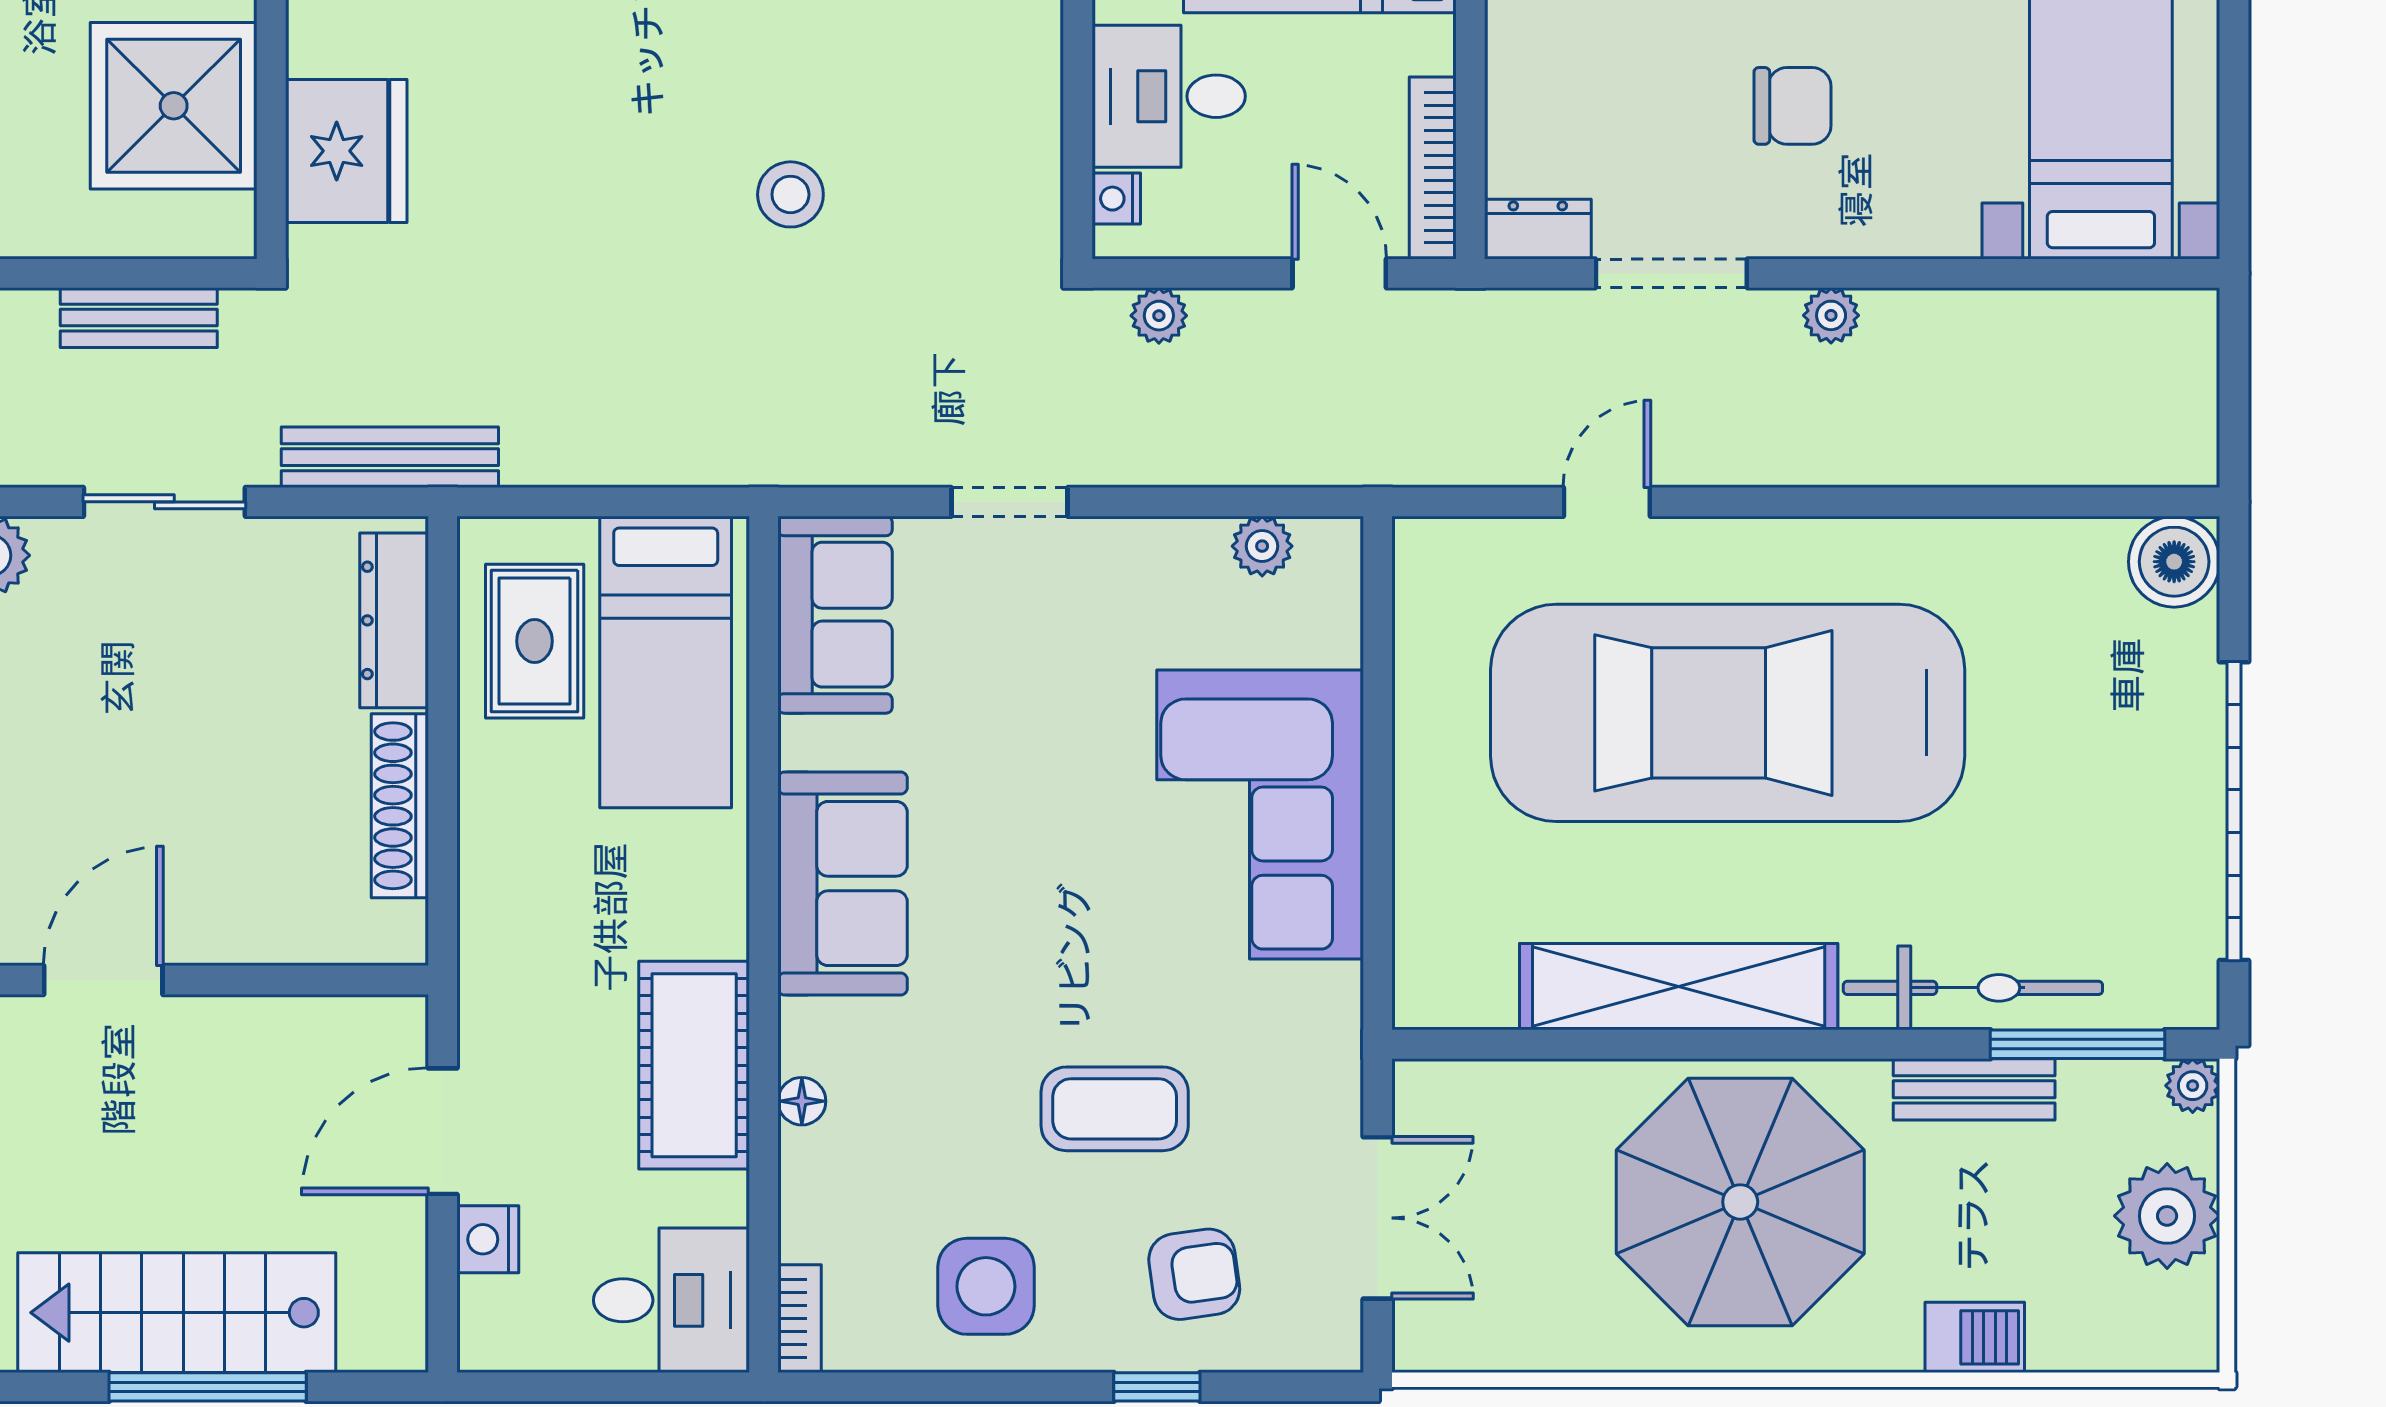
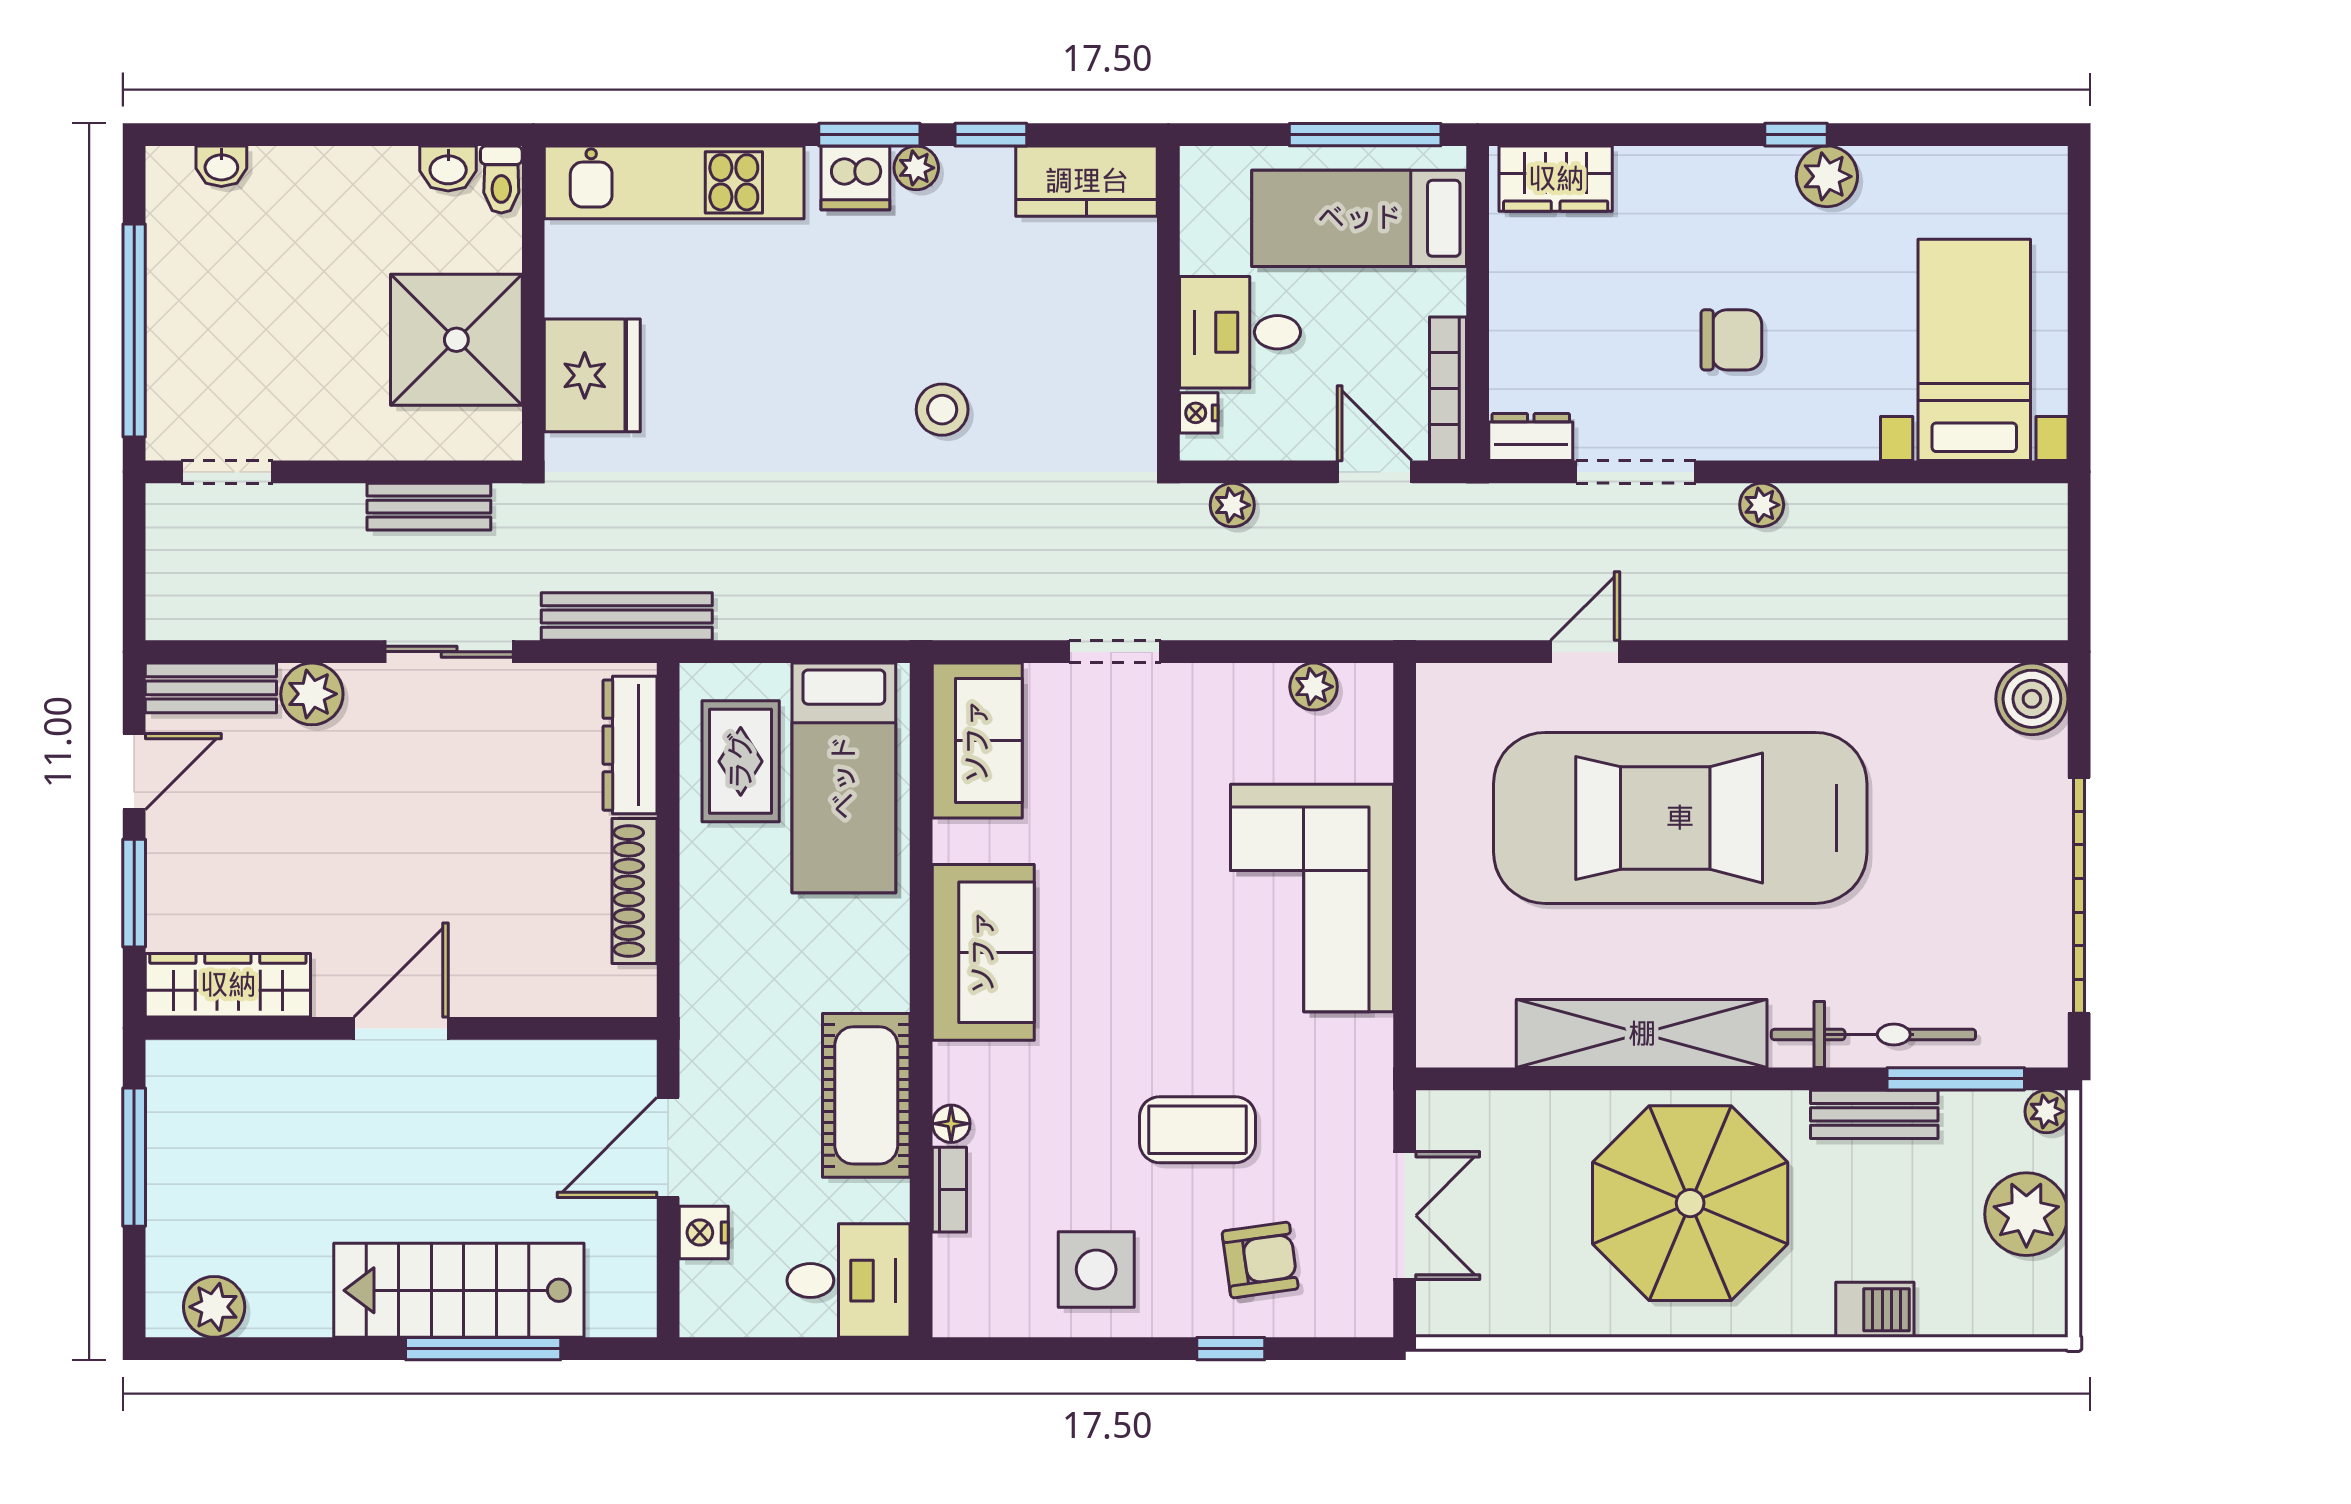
bookcase: (800, 1319) -> (949, 1190), moved

